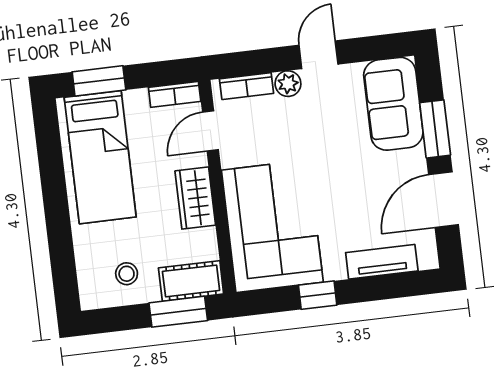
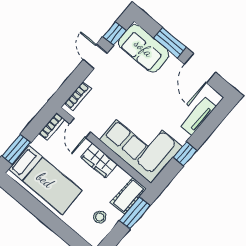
window: (373, 48) -> (115, 34), added
plant: (288, 84) -> (94, 80), removed

